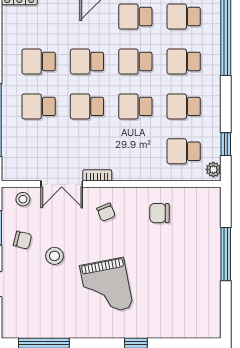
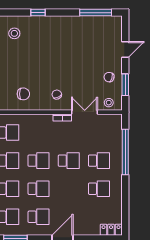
school desk: (87, 61) -> (69, 189), removed
stool: (54, 256) -> (14, 33), moved
grand piano: (106, 287) -> (57, 48), removed

